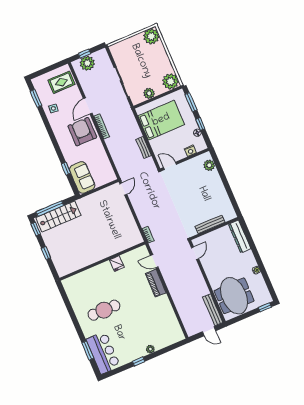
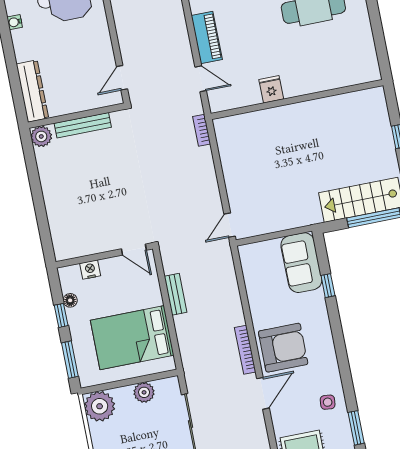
armchair: (82, 132) -> (283, 348), turned -90
plant: (209, 165) -> (41, 136), moved

